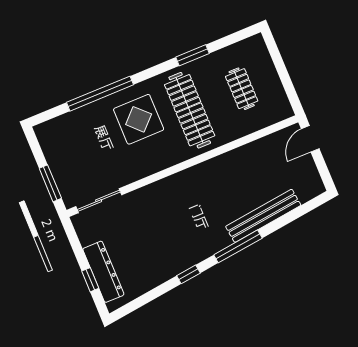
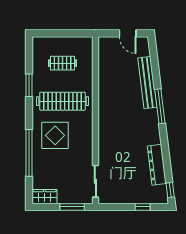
door: (310, 139) -> (128, 33), moved
wardrobe: (49, 140) -> (44, 197), added
dresser: (103, 272) -> (157, 165), moved, turned -97
window: (188, 274) -> (170, 190), moved

